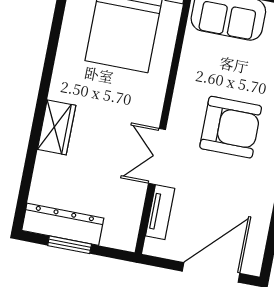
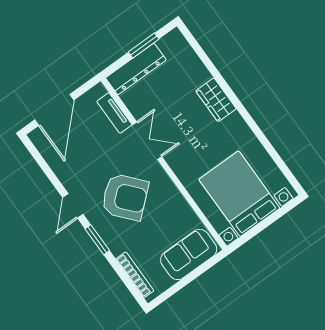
armchair: (231, 127) -> (125, 197), turned -131
dresser: (63, 224) -> (136, 69), moved

